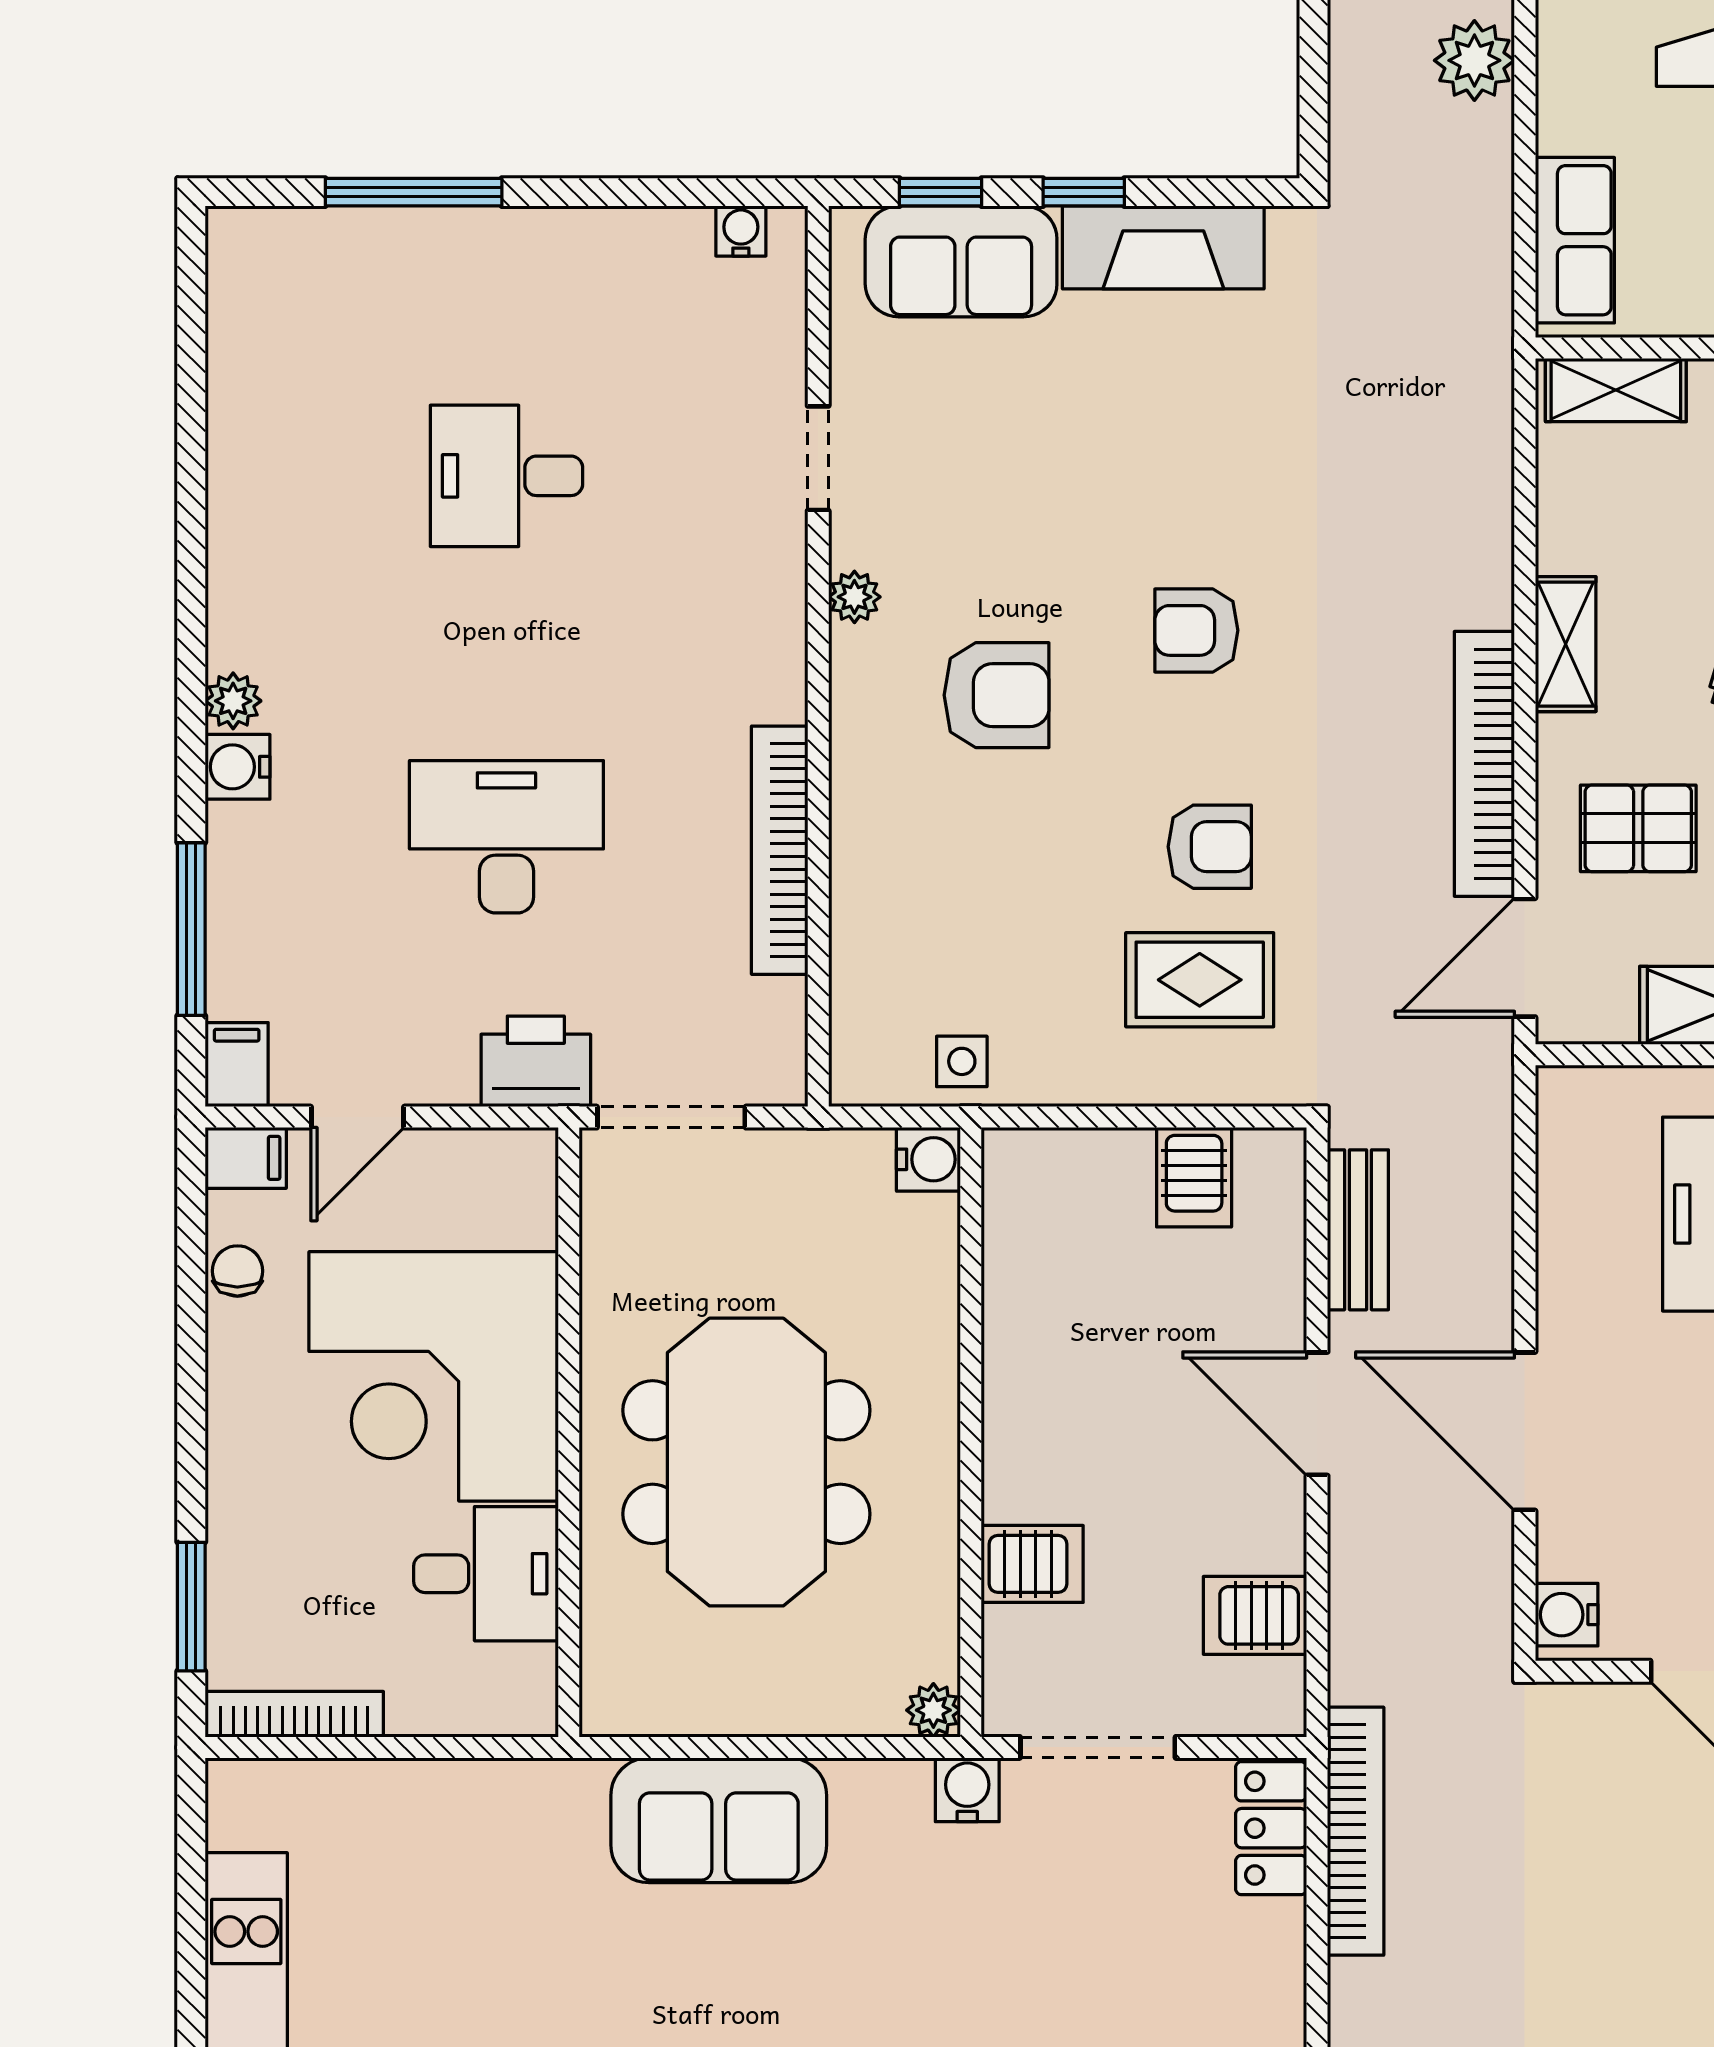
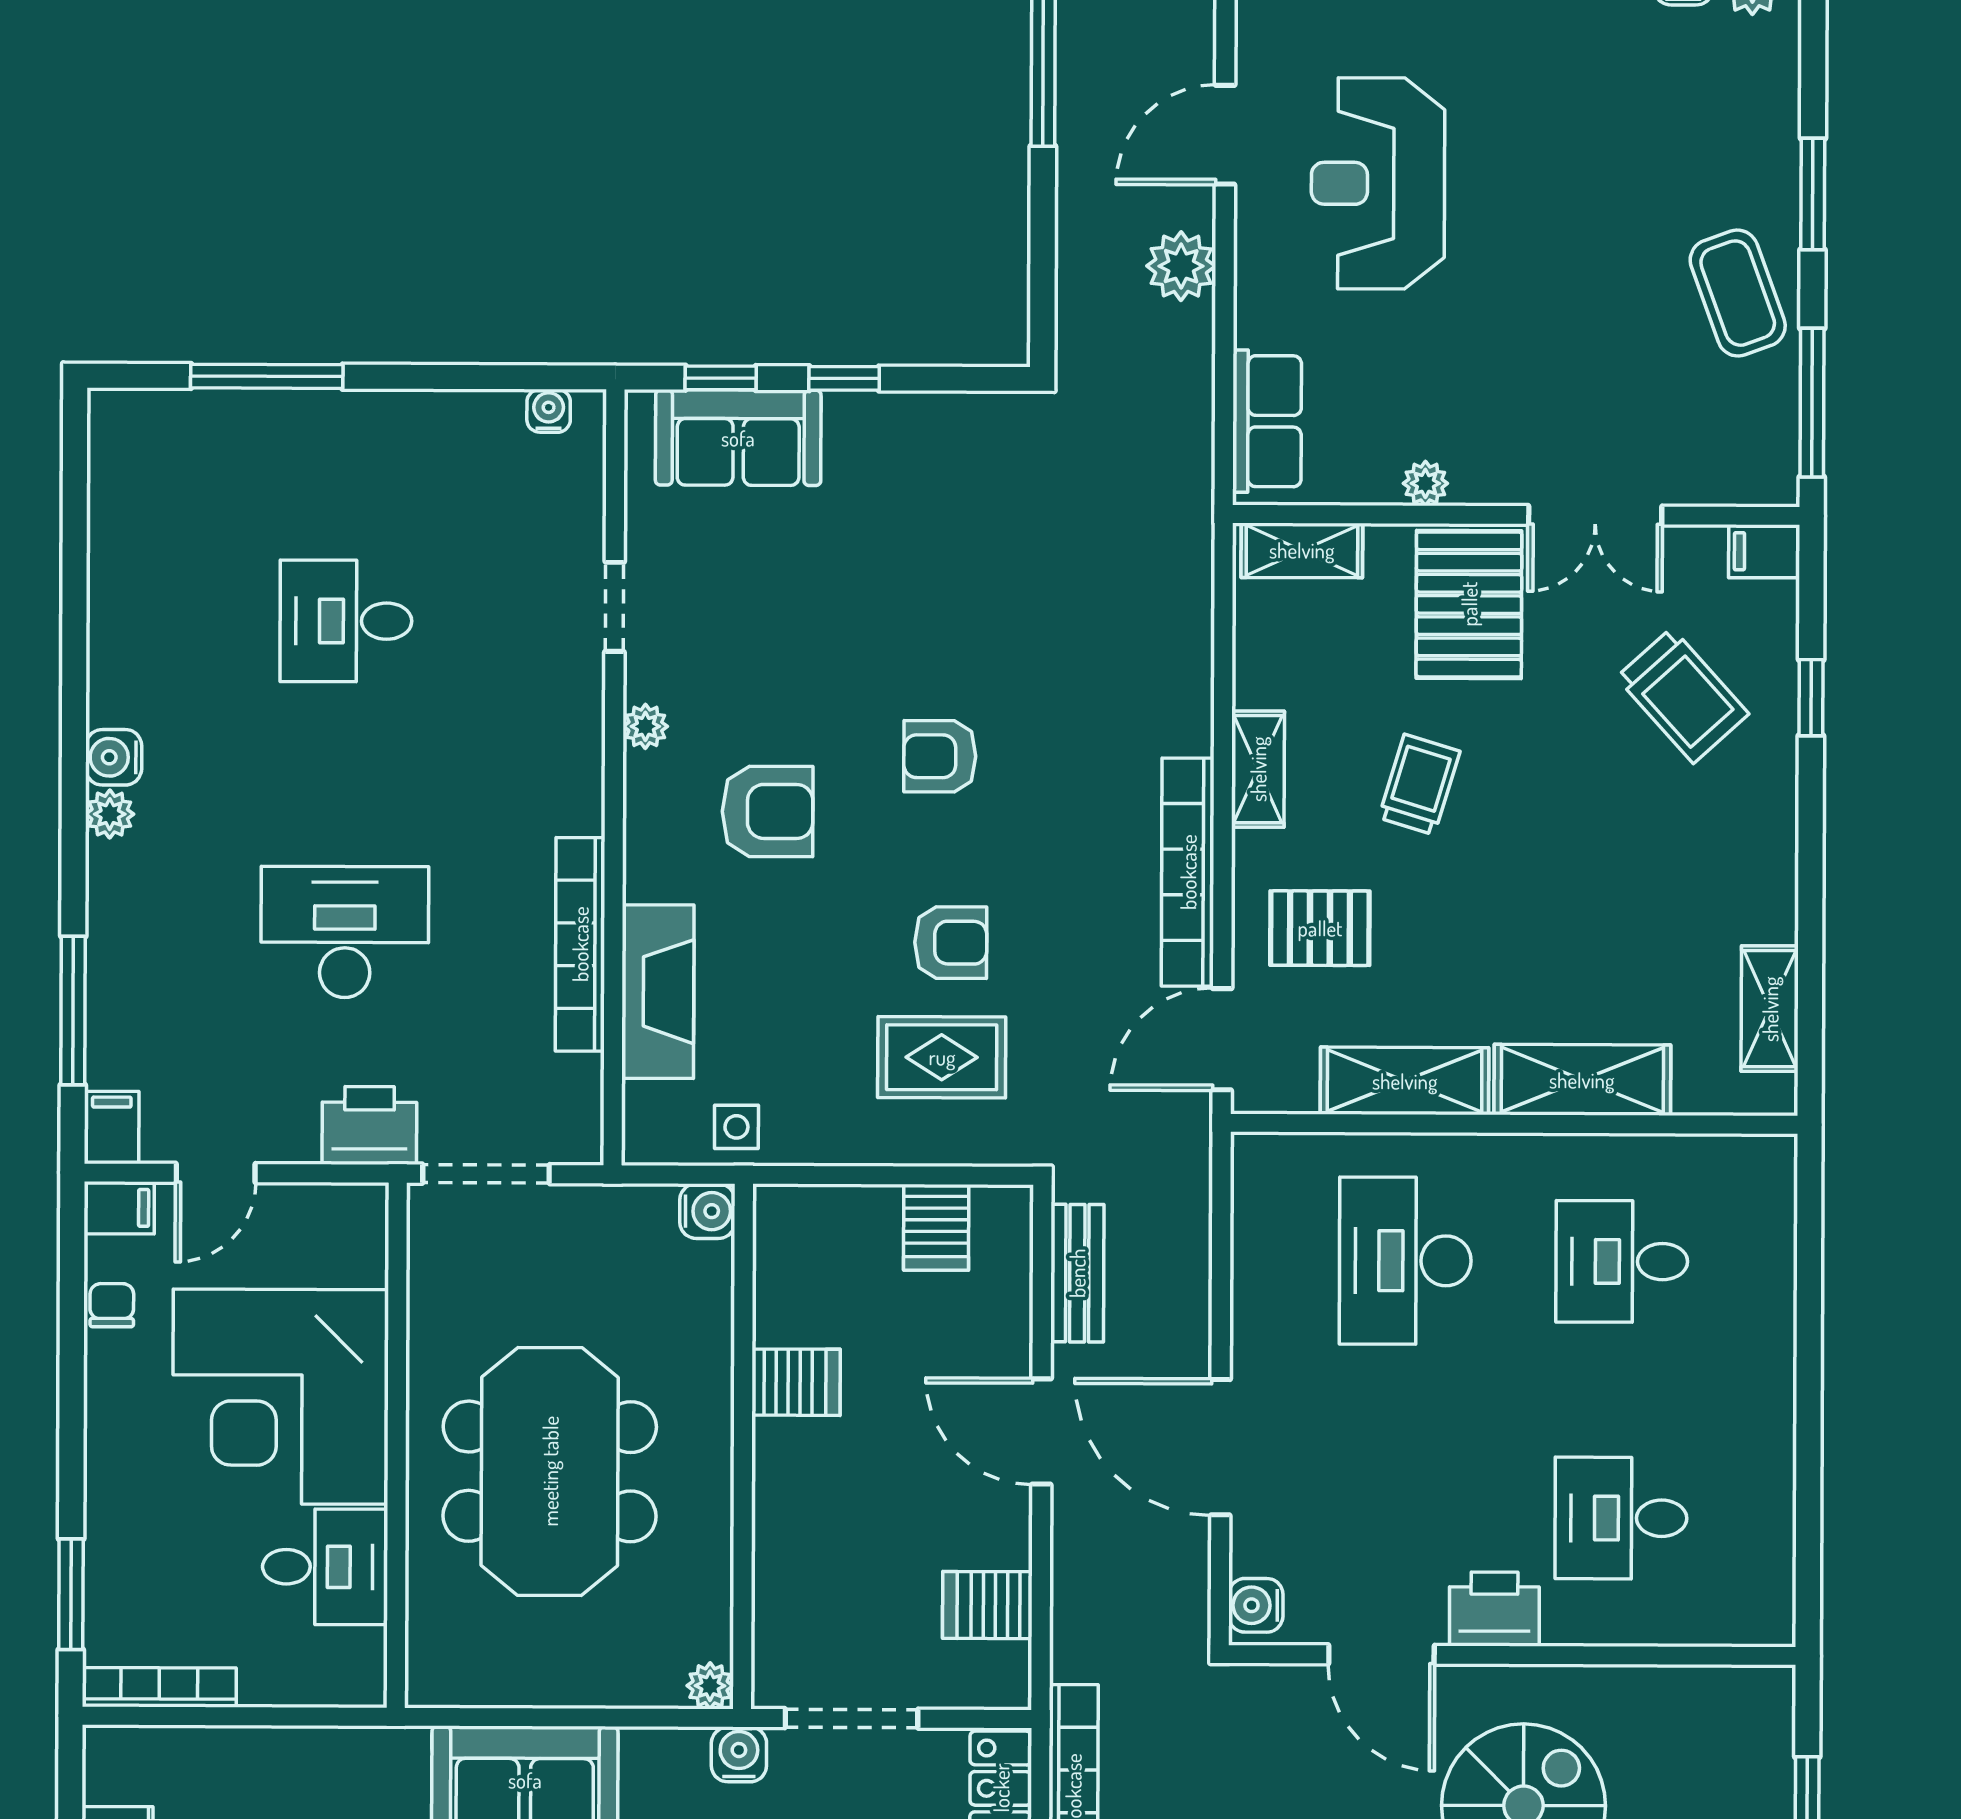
fireplace: (1163, 247) -> (658, 992), moved, turned -90
water cooler: (237, 767) -> (114, 757), moved
server rack: (1032, 1564) -> (796, 1382), moved

